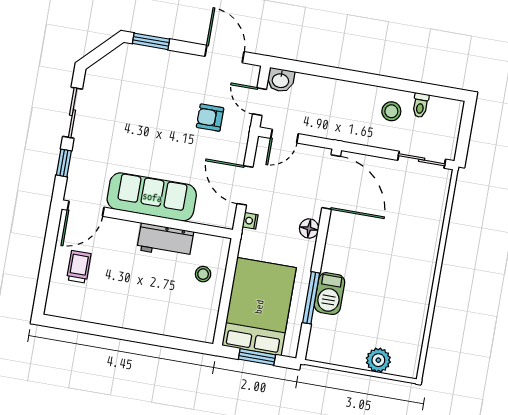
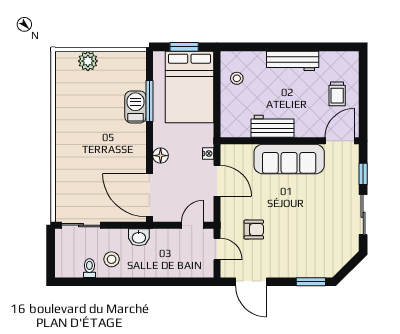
washbasin: (281, 80) -> (139, 237), moved, turned 180
stool: (203, 274) -> (237, 78), moved
workbench: (127, 317) -> (293, 61), added

